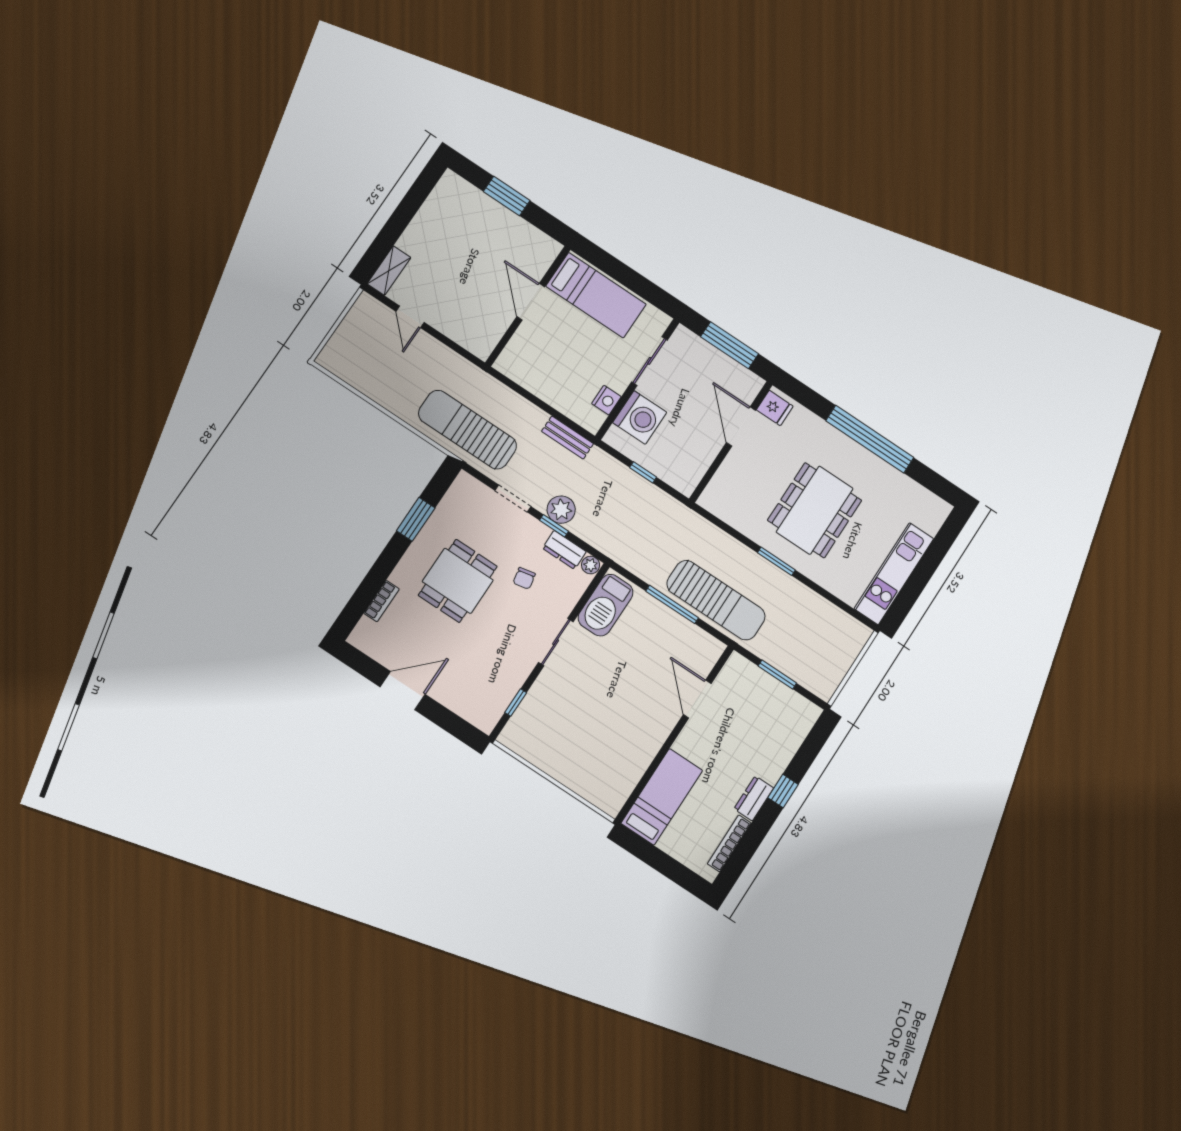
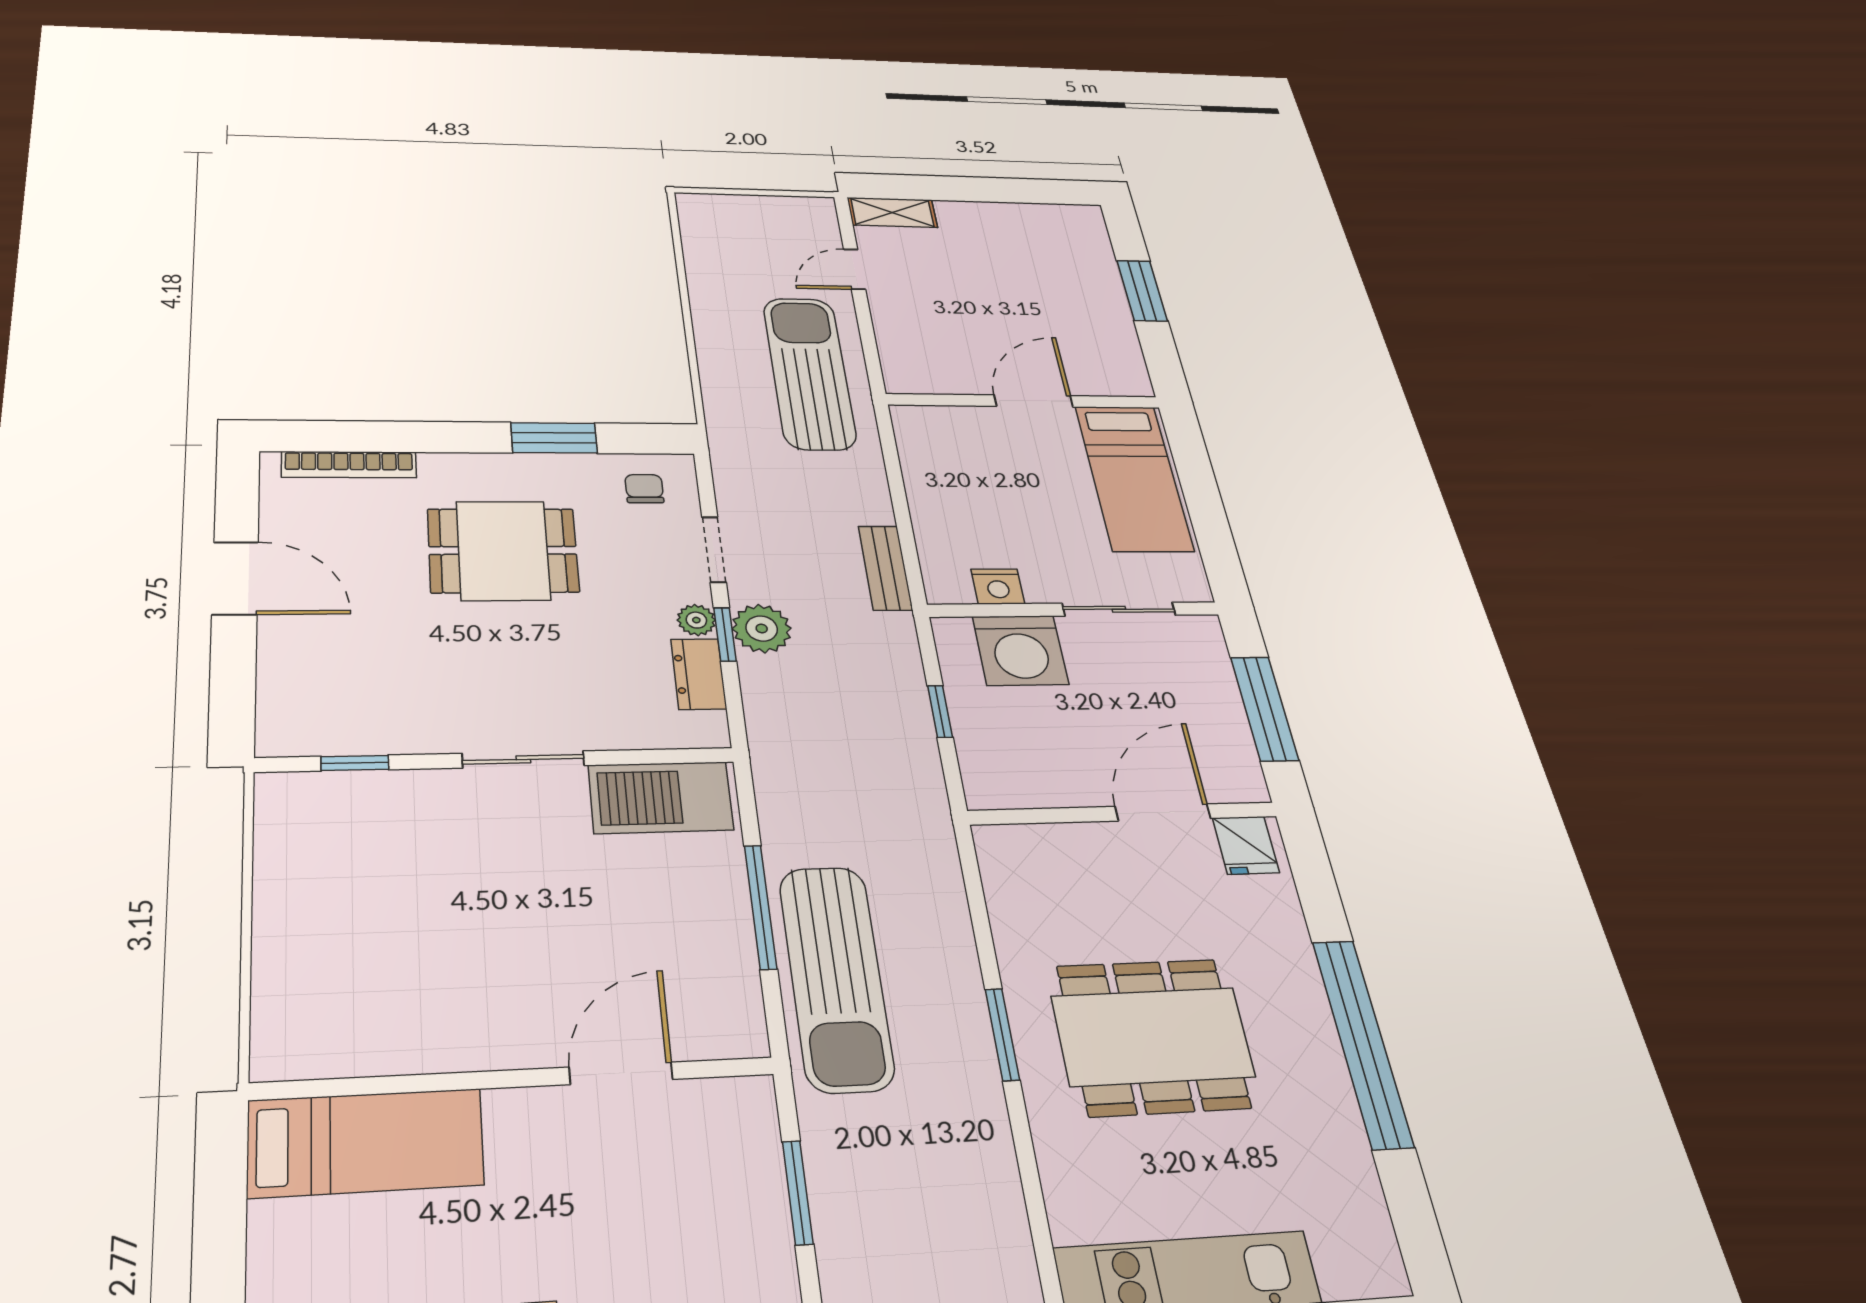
sun lounger: (468, 430) -> (809, 373), moved
plant: (591, 565) -> (696, 620), moved
chair: (524, 578) -> (644, 489), moved, turned 101
bookcase: (382, 601) -> (349, 465), width x1.56

